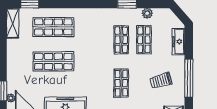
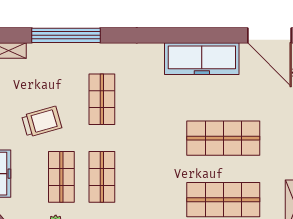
trolley: (161, 81) -> (42, 122), moved

